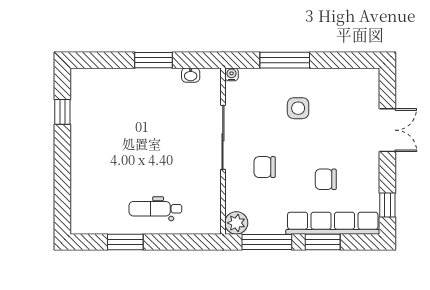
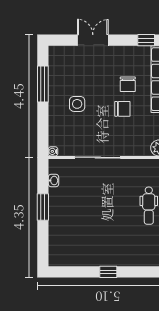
window: (285, 60) -> (43, 84), moved
window: (62, 112) -> (108, 272), moved
chair: (265, 167) -> (122, 109), moved, turned -90

